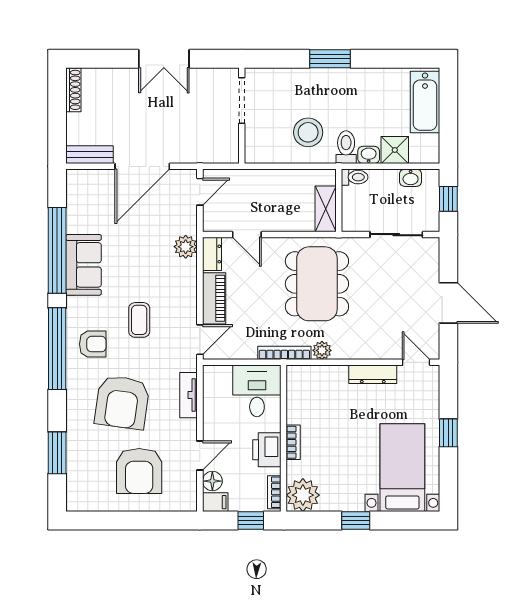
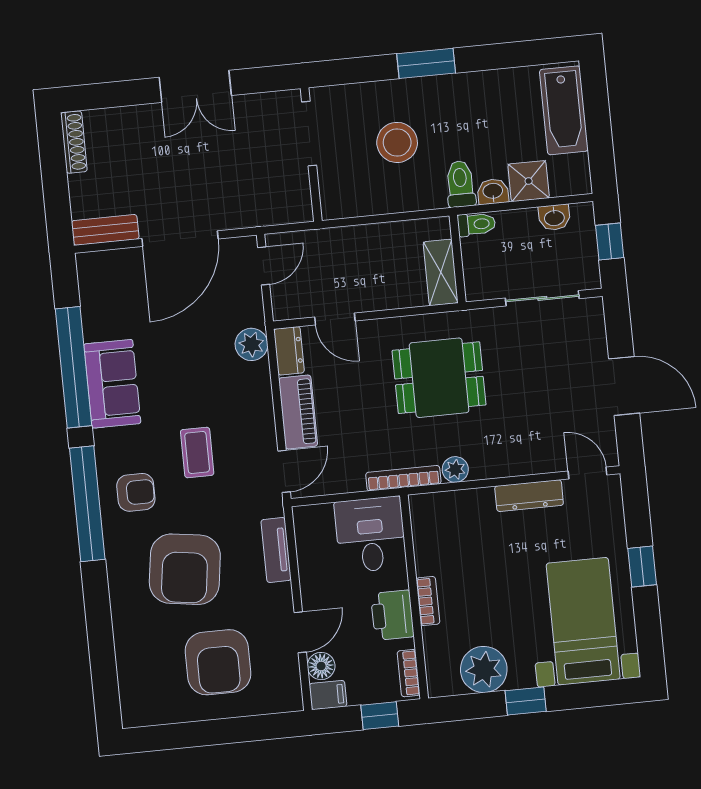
stool: (308, 132) -> (397, 142), moved
dining table: (317, 284) -> (439, 378), width x0.73
window: (57, 453) -> (102, 648), removed
plant: (303, 495) -> (484, 669), moved

